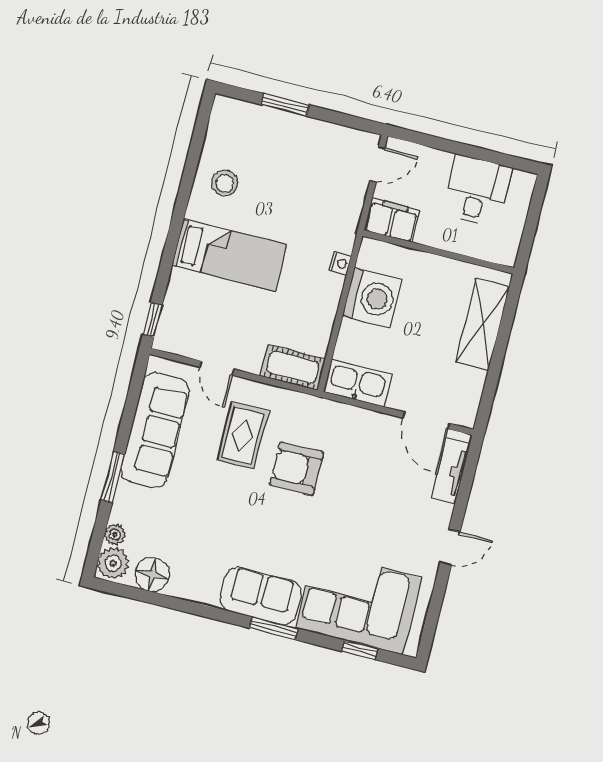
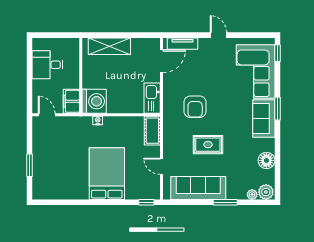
stool: (225, 183) -> (74, 184), removed
bed: (229, 255) -> (107, 174), width x1.50
washing machine: (372, 298) -> (94, 101), moved, turned 90
door: (217, 368) -> (162, 166), swing flipped
rug: (243, 435) -> (208, 145), moved
armchair: (297, 469) -> (195, 107), moved
floor lamp: (152, 574) -> (266, 160), moved
window: (360, 650) -> (277, 53), moved

